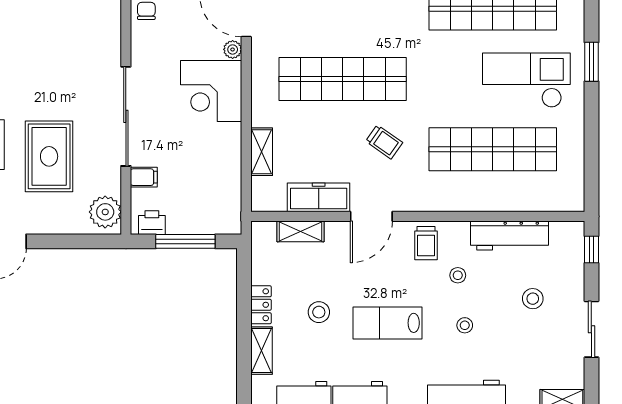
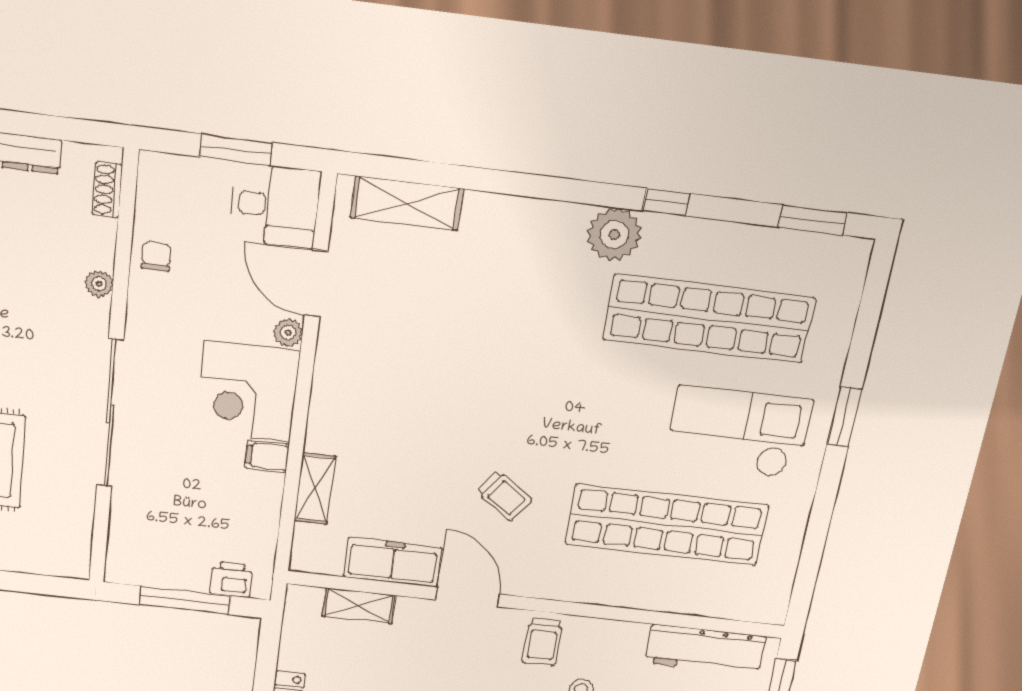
shop shelf: (343, 79) -> (455, 397), removed
filing cabinet: (144, 177) -> (267, 456), moved, turned 180
plant: (105, 212) -> (99, 284), moved, width x0.53, depth x0.53
door: (371, 216) -> (468, 597), swing flipped
printer: (152, 223) -> (231, 579), moved
workbench: (510, 236) -> (705, 649), moved

